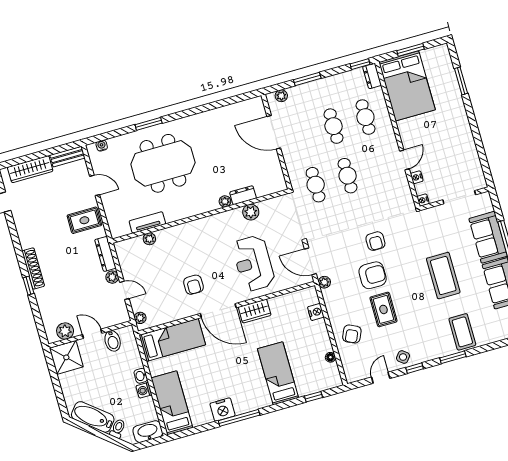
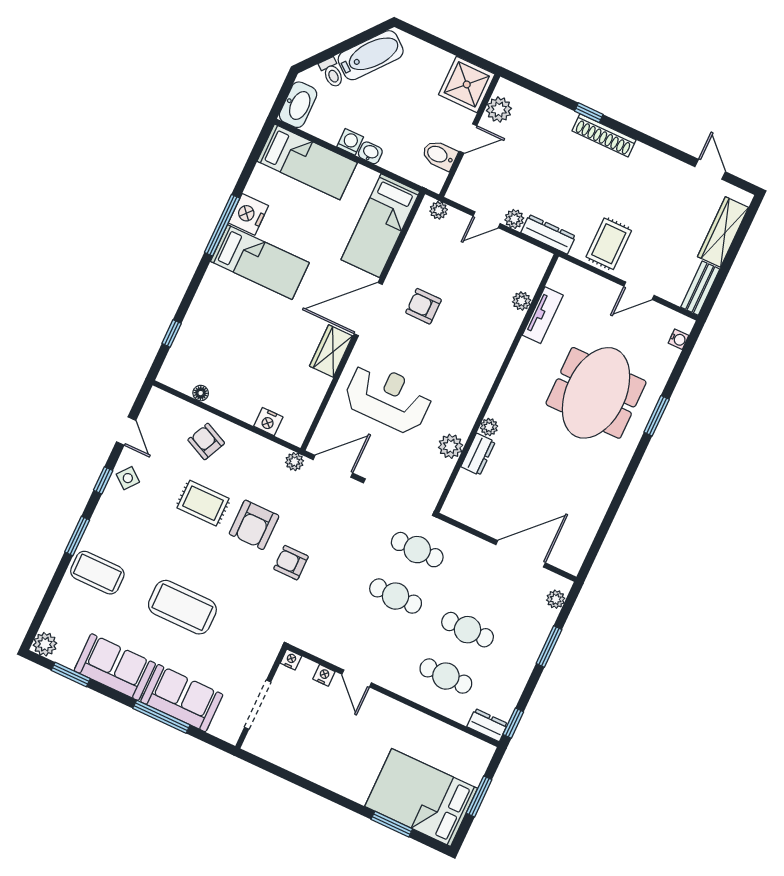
bed: (407, 86) -> (421, 797), moved
bed: (278, 373) -> (260, 262), moved

